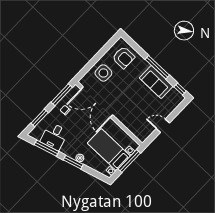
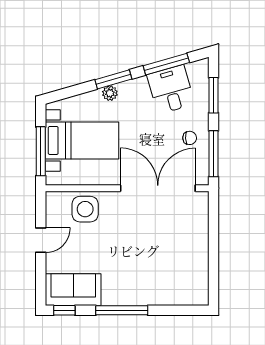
armchair: (123, 57) -> (179, 281), removed
side table: (103, 73) -> (85, 209), moved
sofa: (156, 82) -> (73, 290), moved

